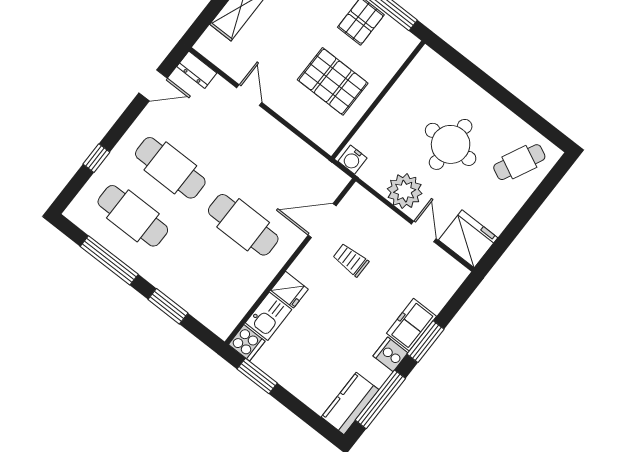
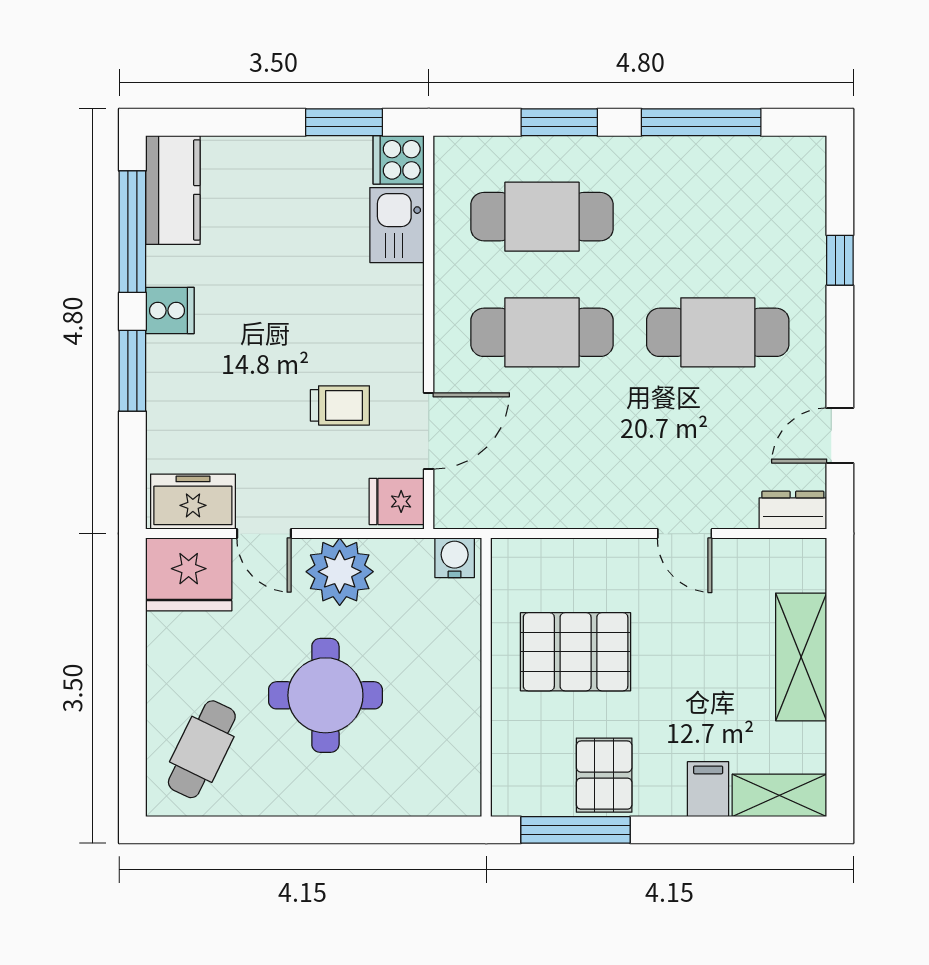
cafe table: (133, 216) -> (542, 217), moved
fridge: (289, 290) -> (397, 501), moved
freezer: (411, 325) -> (193, 502), moved, turned -90

